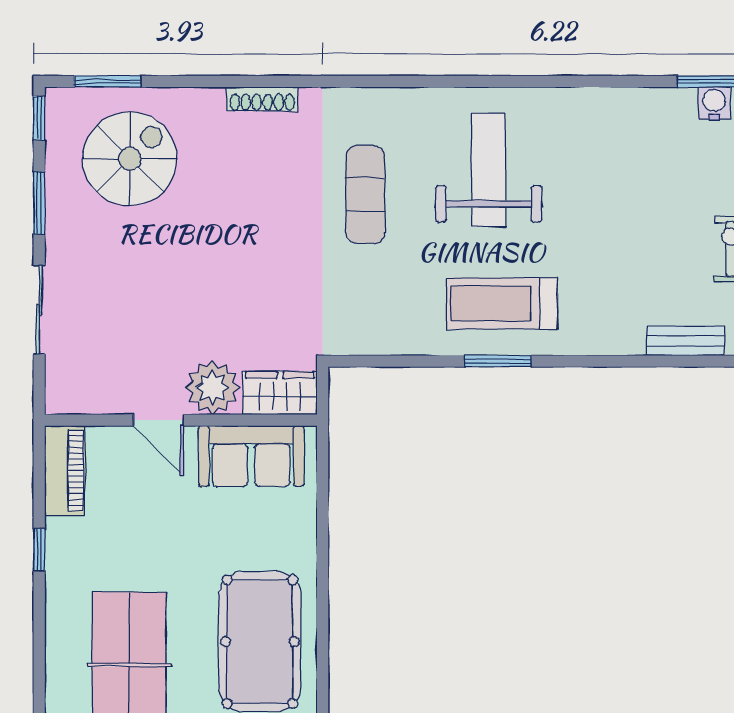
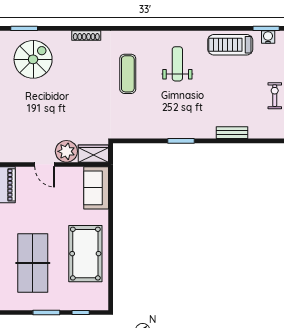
weight bench: (489, 170) -> (177, 64), width x0.73, depth x0.75
treadmill: (502, 303) -> (230, 45), moved
bench: (685, 341) -> (232, 133), moved
sofa: (251, 456) -> (96, 188), moved, turned 90

